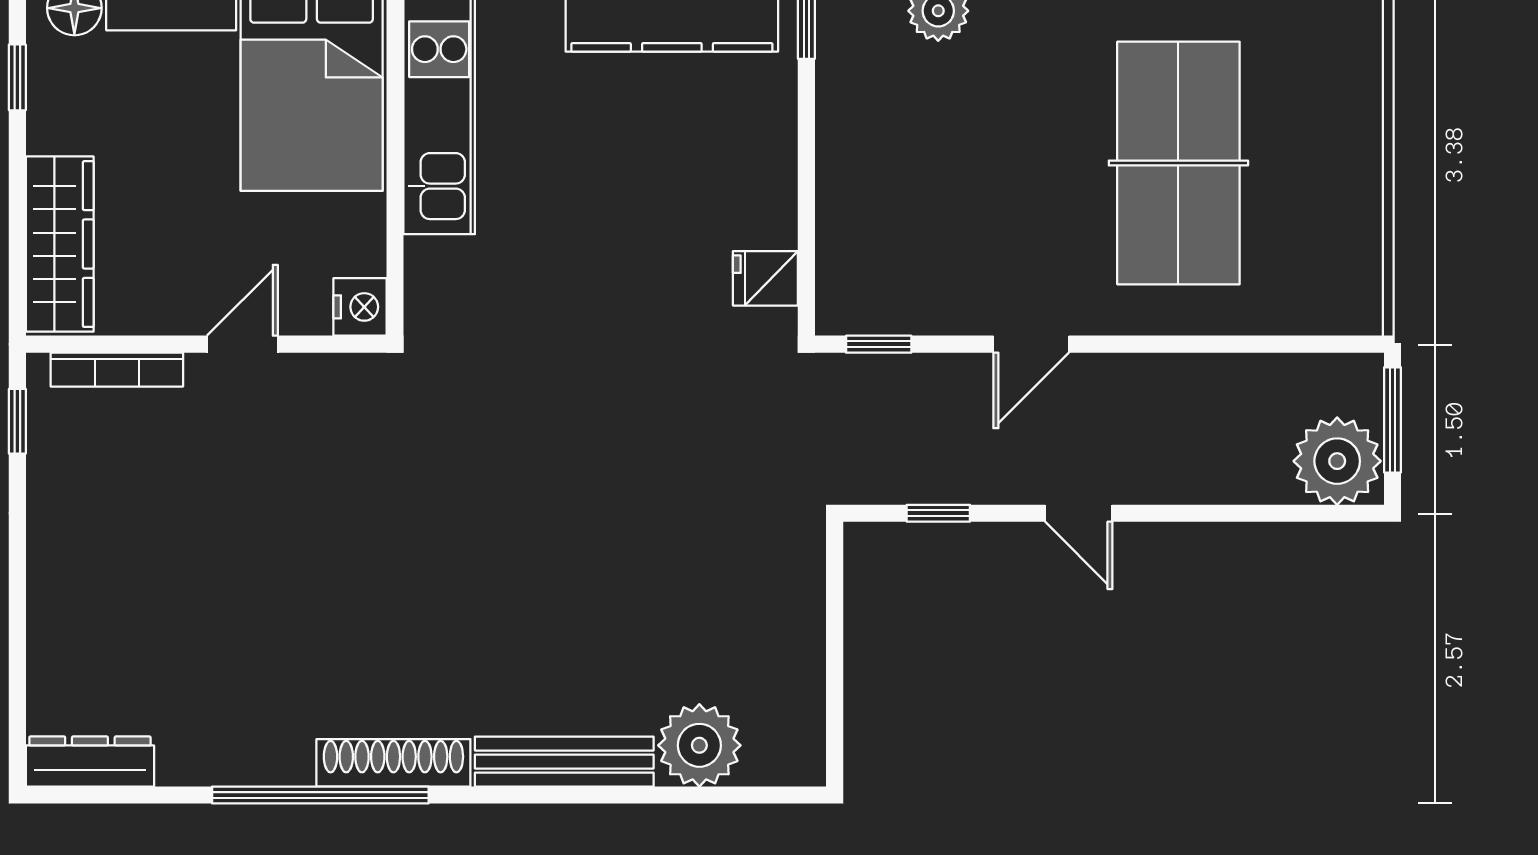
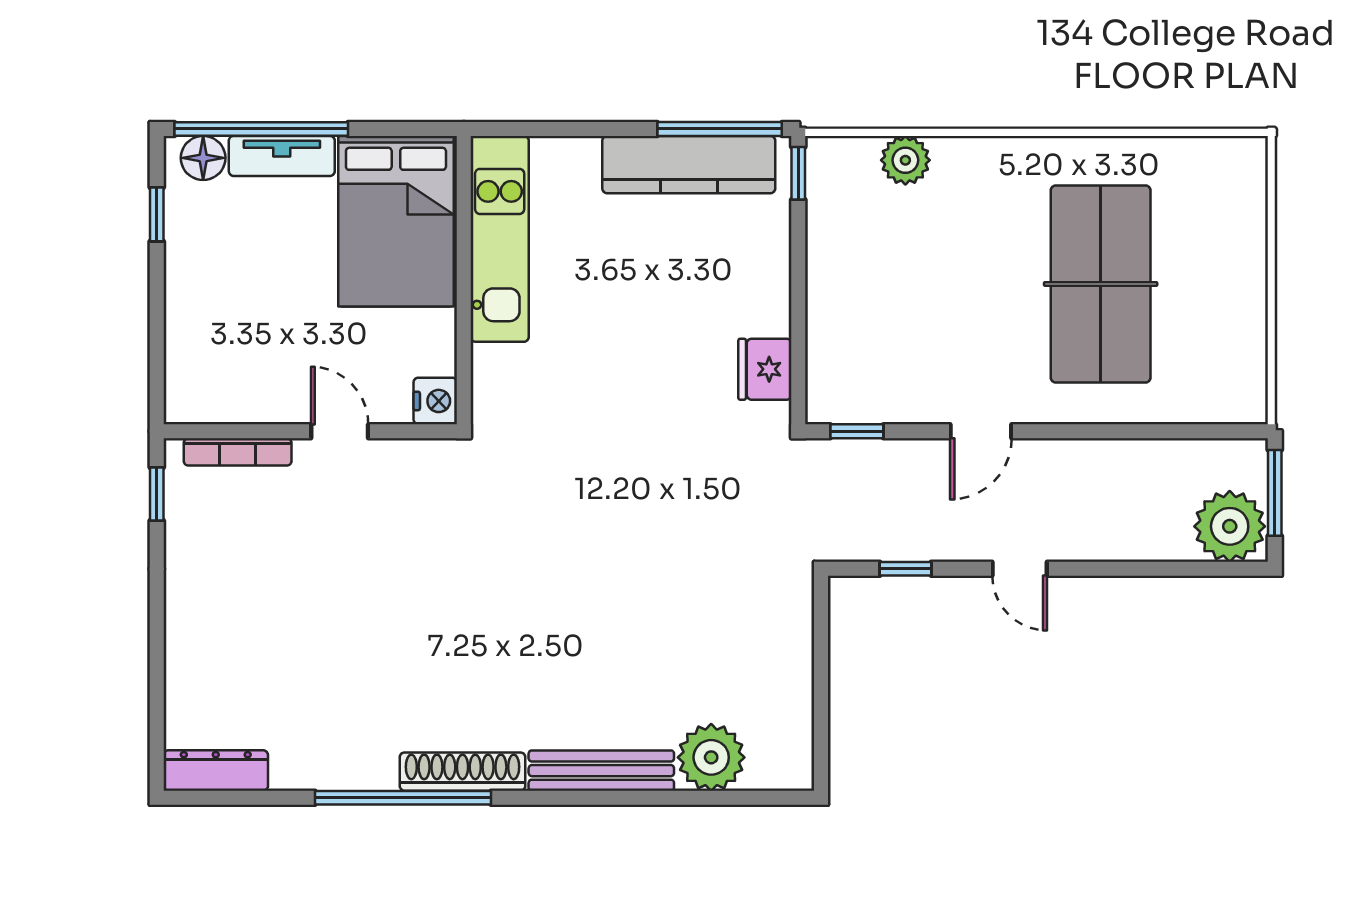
wardrobe: (60, 244) -> (191, 350), removed
fridge: (765, 278) -> (765, 369), width x1.38
door: (242, 344) -> (340, 431), hinge flipped

